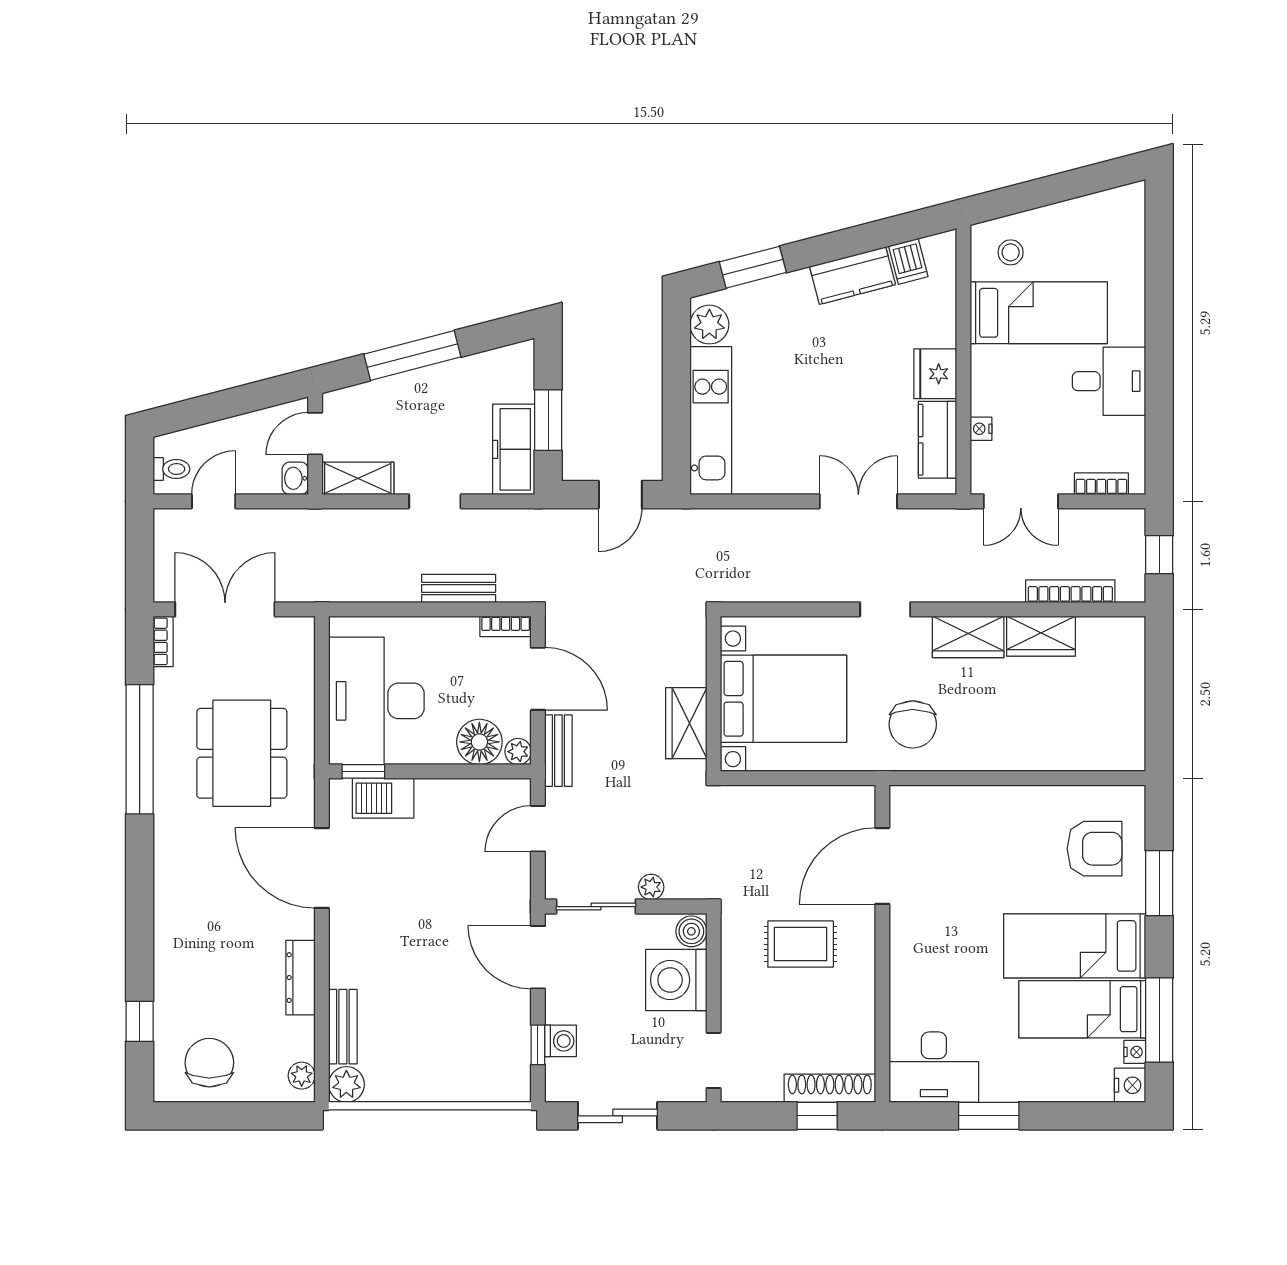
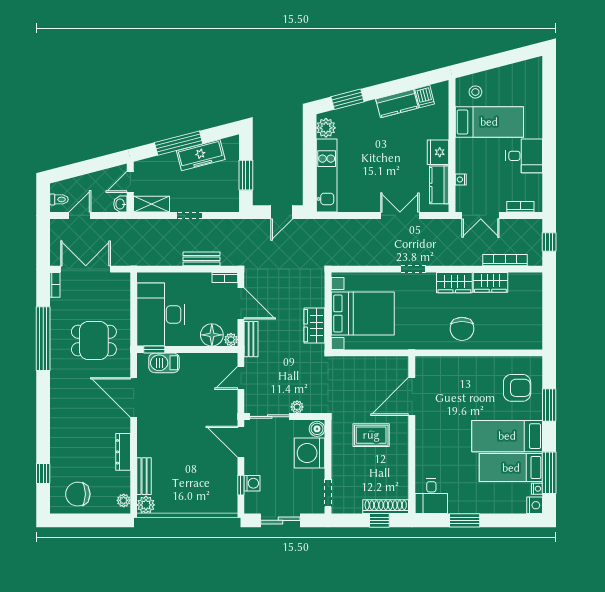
freezer: (514, 449) -> (201, 155), moved, turned -105
chair: (913, 724) -> (462, 329), moved
dining table: (242, 753) -> (94, 341), width x0.73
chair: (209, 1063) -> (78, 494), turned -90
desk: (934, 1067) -> (431, 496), width x0.73

